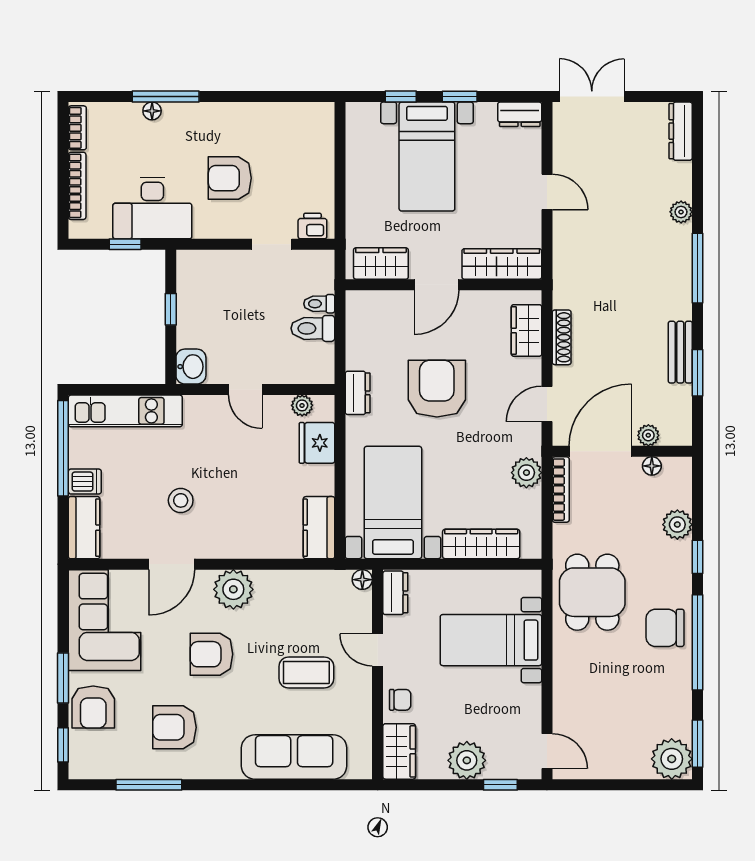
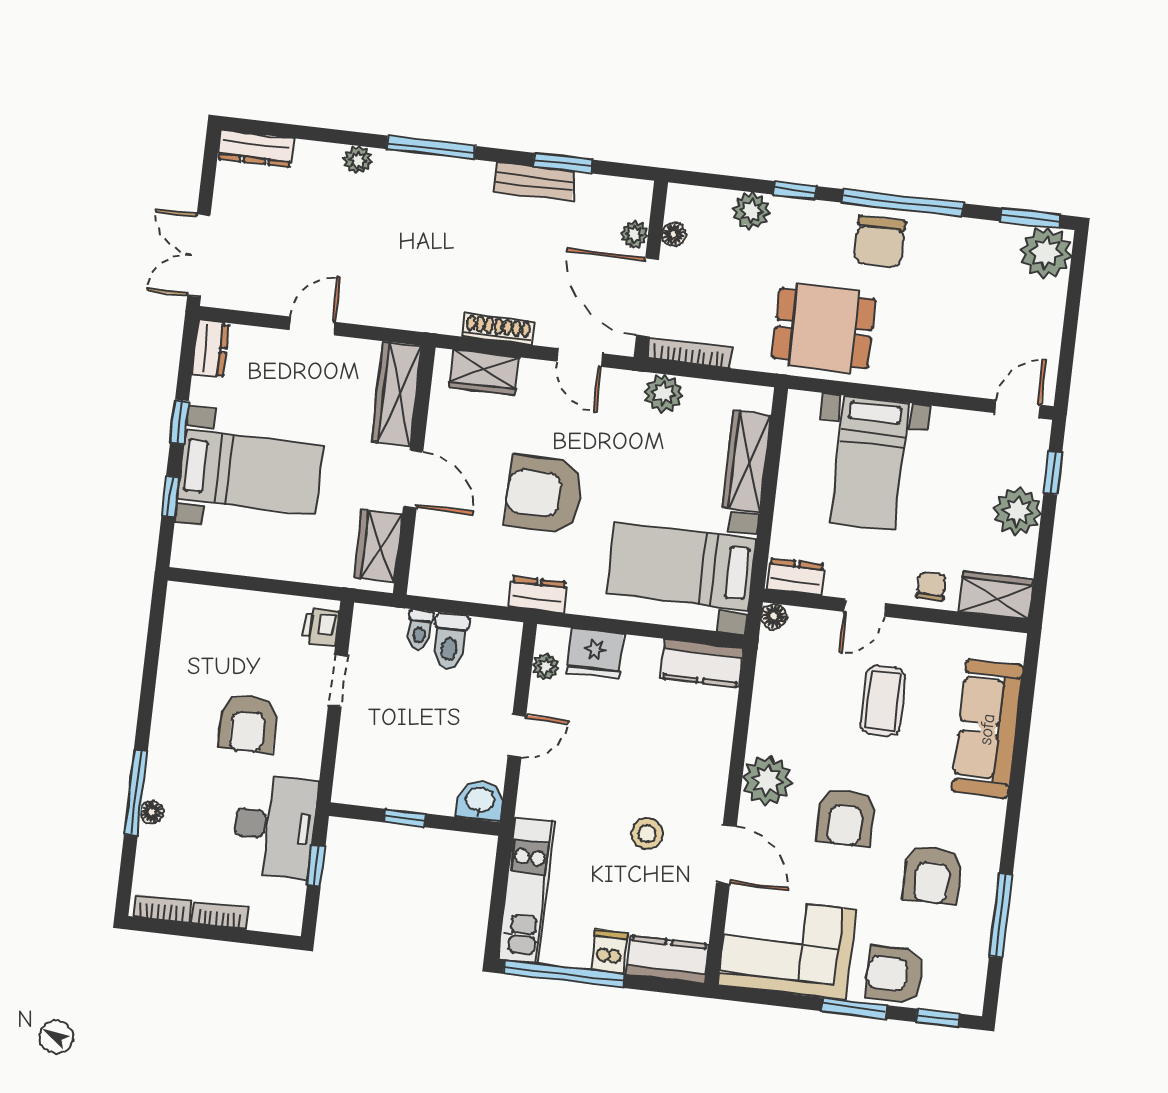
bookcase: (77, 186) -> (220, 916), width x0.64
armchair: (93, 707) -> (895, 974), turned 180

